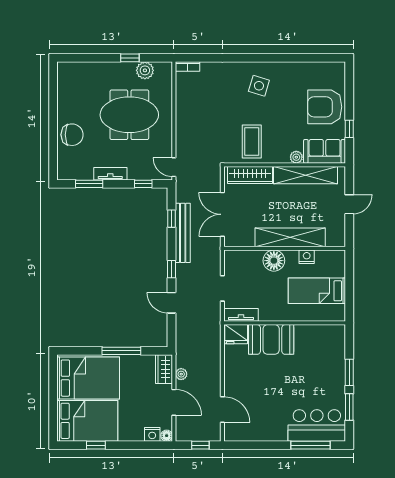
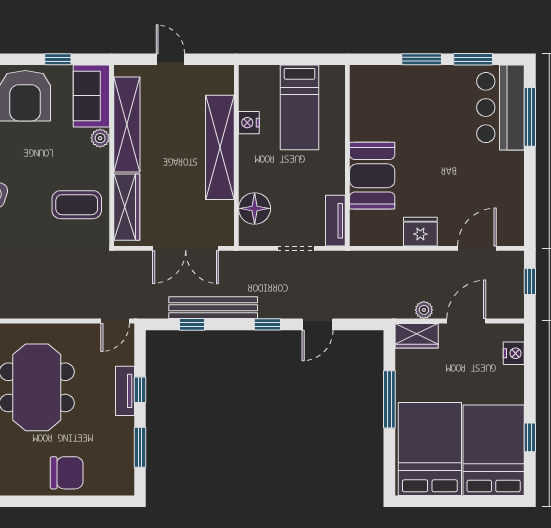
chair: (72, 135) -> (67, 473), turned 90
tv unit: (110, 174) -> (125, 391), moved
window: (143, 184) -> (140, 390), moved
floor lamp: (274, 261) -> (255, 208), moved
fridge: (236, 334) -> (420, 232), moved, turned -90
floor lamp: (167, 436) -> (516, 332), removed

